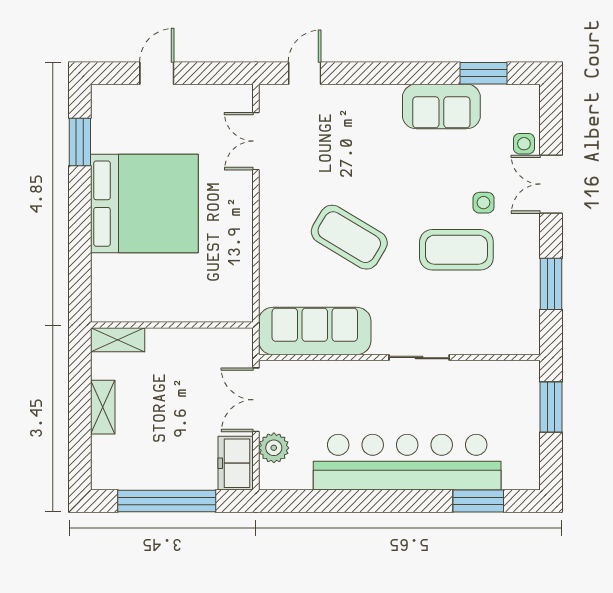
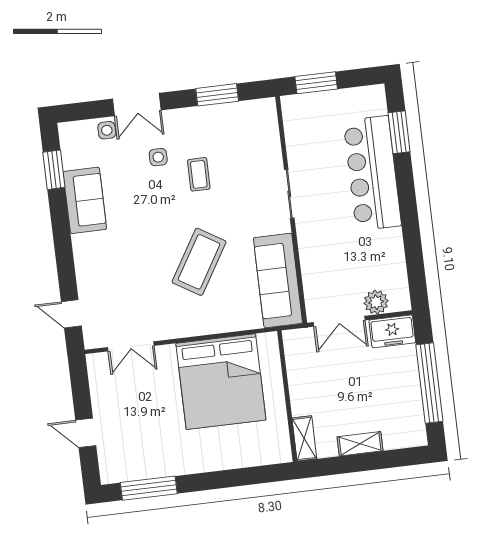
window: (80, 142) -> (149, 488), width x1.44
bed: (144, 204) -> (221, 382), moved, turned 180
coffee table: (456, 250) -> (199, 174), width x0.54, depth x0.58
bar counter: (407, 462) -> (372, 173), width x0.73

